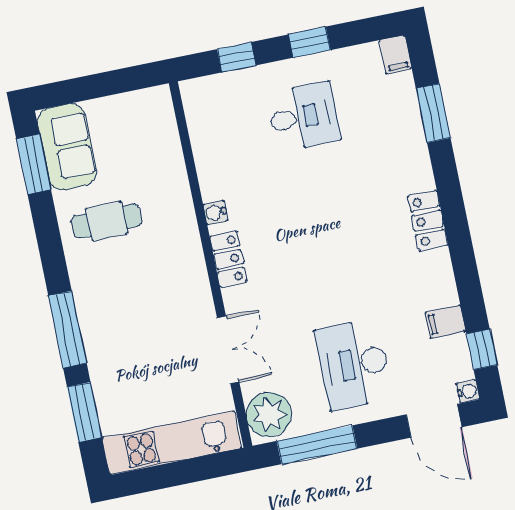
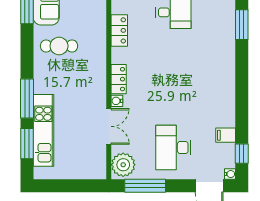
water cooler: (215, 212) -> (117, 101), moved
locker: (428, 221) -> (119, 30), moved, turned 180
kitchen unit: (172, 443) -> (43, 130), moved, turned 90

